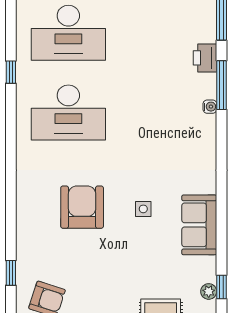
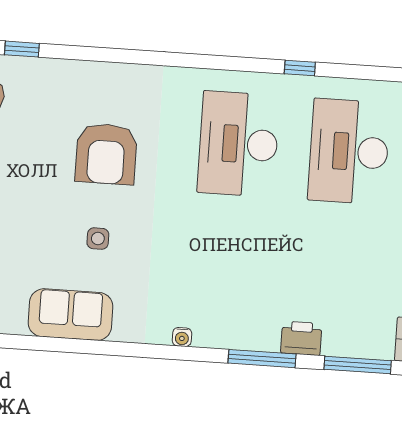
water cooler: (210, 107) -> (182, 337), moved
armchair: (82, 207) -> (106, 154), turned 90

